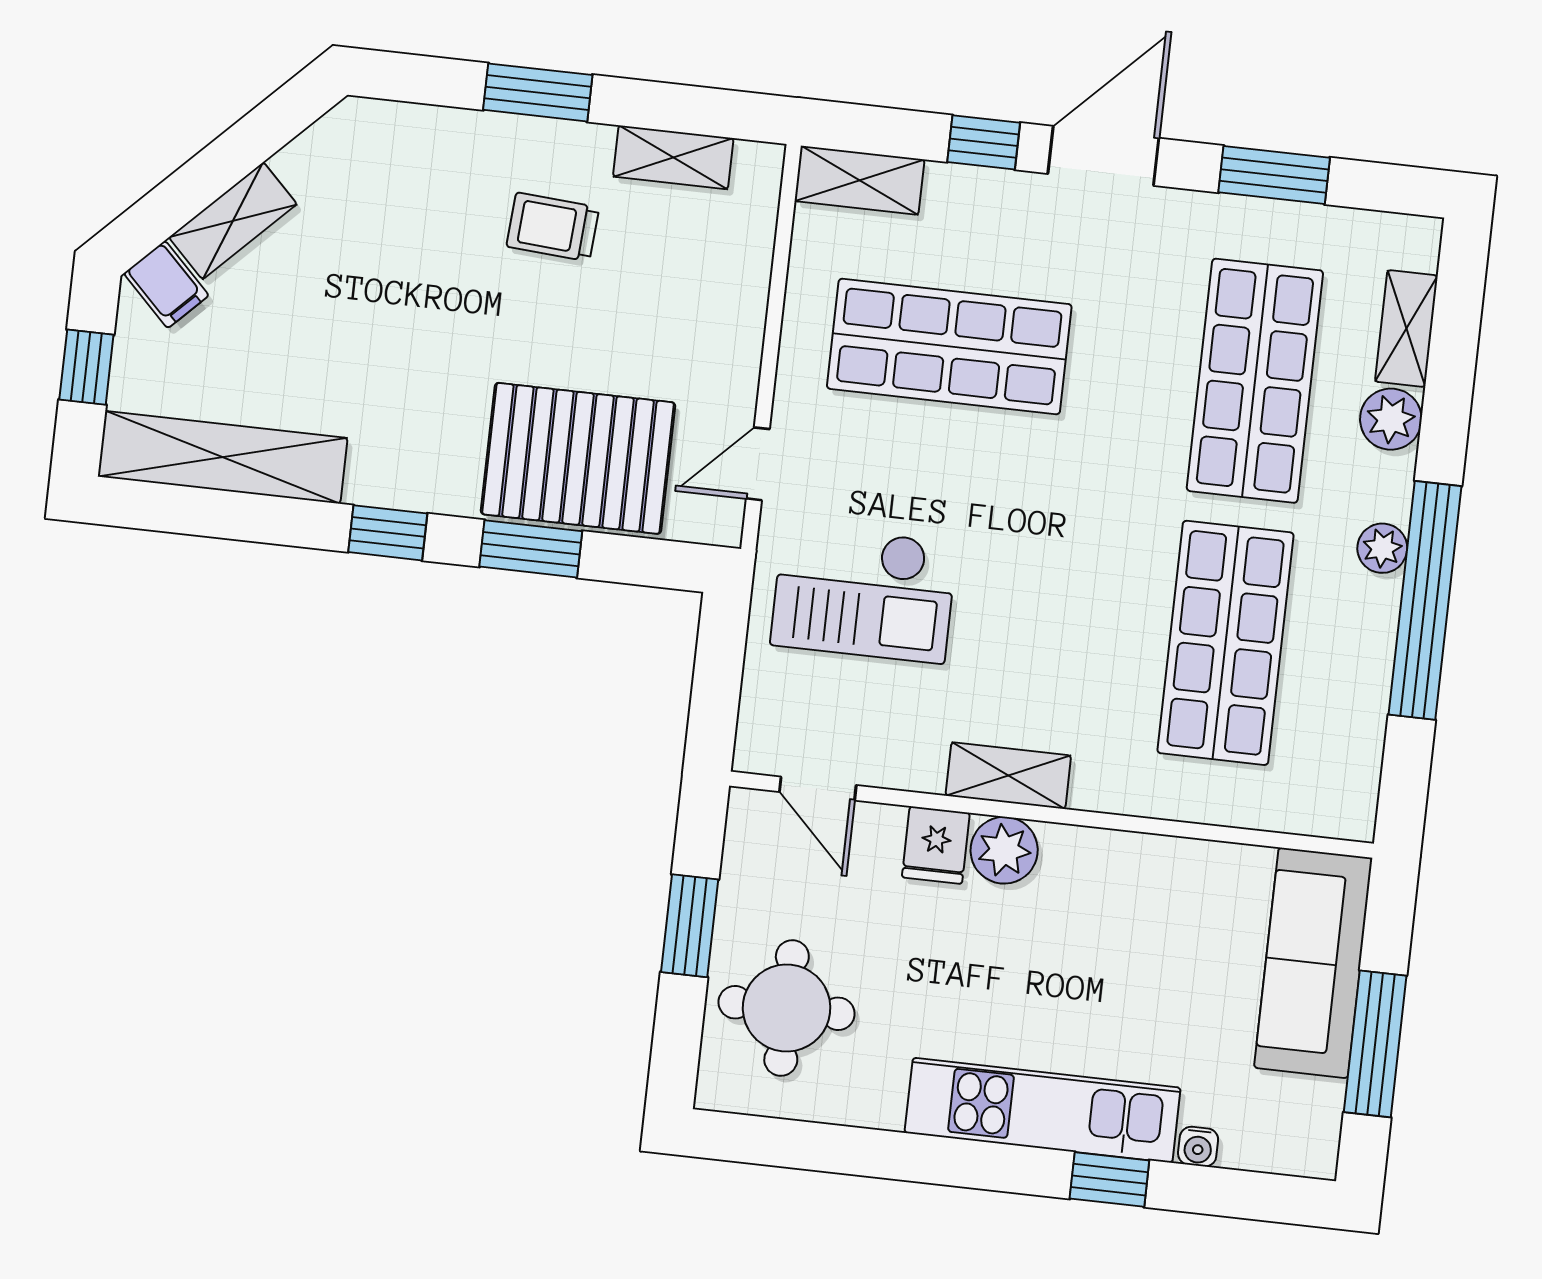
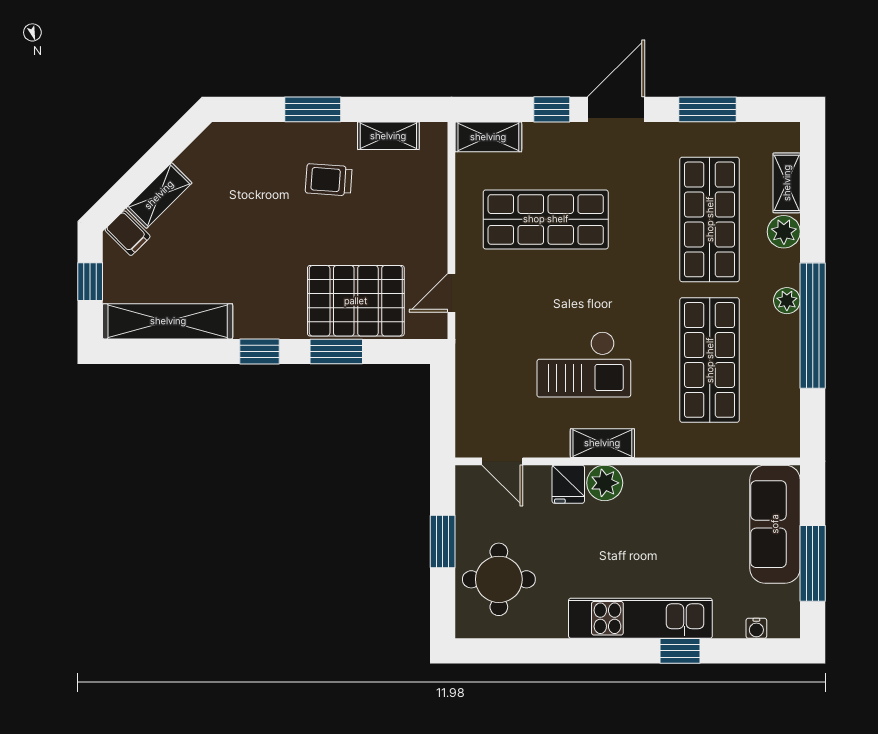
checkout: (864, 594) -> (584, 364), moved
water cooler: (1198, 1147) -> (756, 628), moved

